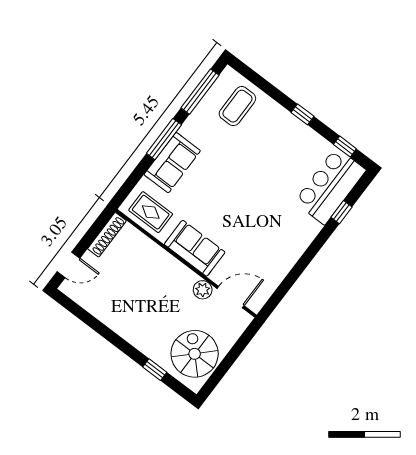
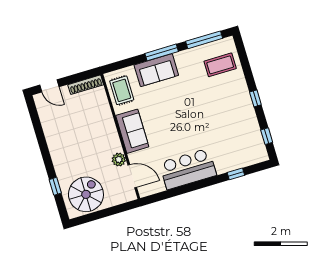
bar counter: (330, 186) -> (188, 169), moved

